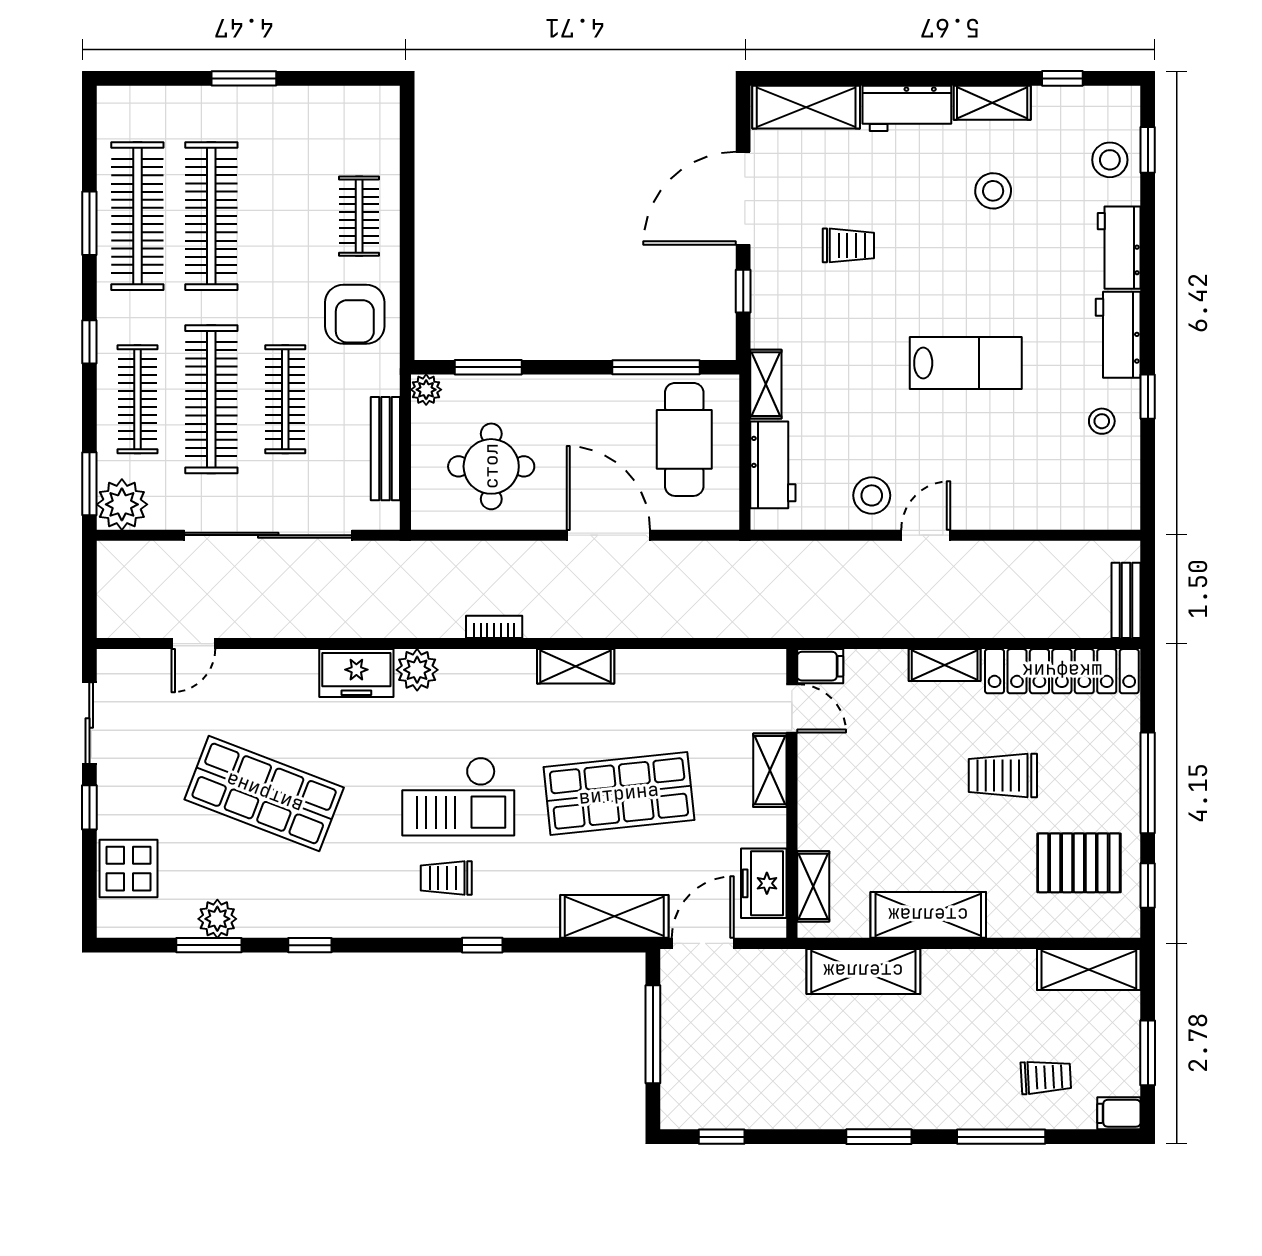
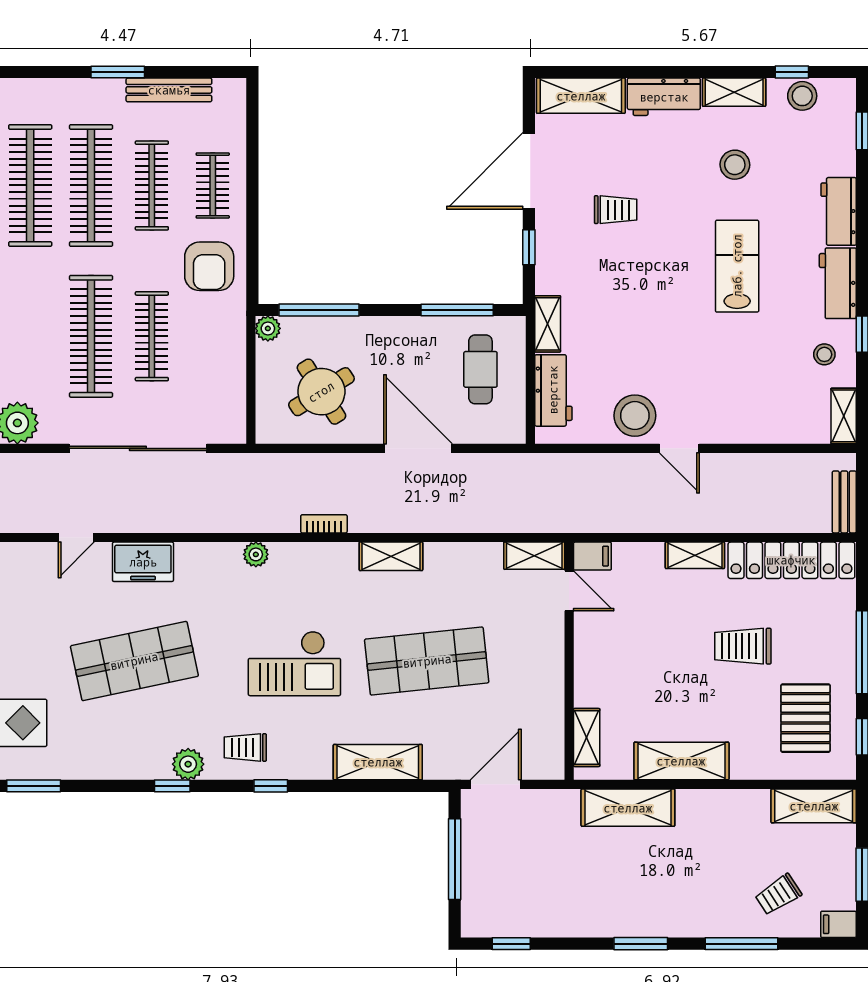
stool: (1110, 160) -> (802, 96), moved
lab bench: (966, 363) -> (737, 266), moved, turned -90
window: (488, 367) -> (319, 310), width x1.44
clothes rail: (137, 399) -> (152, 185), moved
cafe table: (684, 439) -> (480, 369), width x0.73, depth x0.74
bench: (385, 449) -> (169, 90), moved, turned 90
round table: (491, 466) -> (321, 392), turned -32
stool: (872, 495) -> (635, 416), width x1.38, depth x1.38
shelving: (1125, 496) -> (844, 416), added
door: (926, 535) -> (679, 448), swing flipped
plant: (417, 670) -> (256, 554), width x0.73, depth x0.73
freezer: (356, 673) -> (143, 562), moved
shelving: (770, 770) -> (534, 556), moved, turned 90
shop shelf: (264, 793) -> (134, 661), turned -33
pallet: (1079, 863) -> (806, 718), turned 90
trolley: (446, 878) -> (245, 747), moved
freezer: (764, 883) -> (546, 735), removed
shelving: (614, 916) -> (378, 762), moved
plant: (217, 919) -> (188, 764), moved
window: (209, 945) -> (34, 786), moved
window: (482, 945) -> (271, 786), moved
trolley: (1046, 1077) -> (778, 895), turned 150

